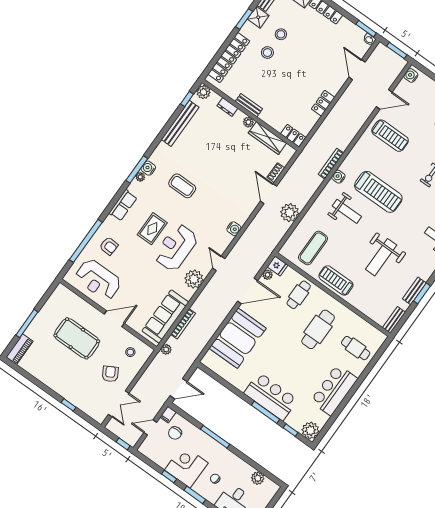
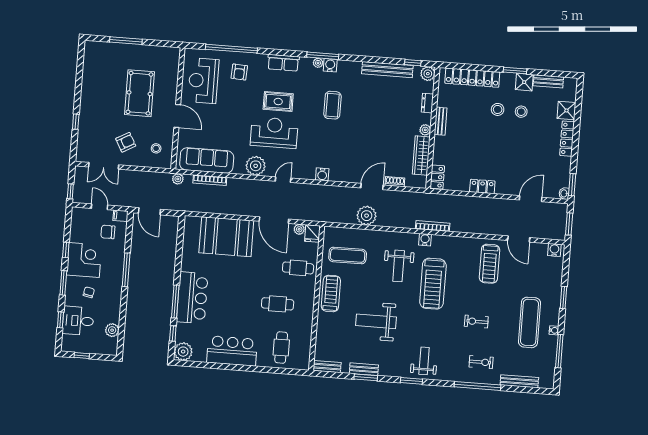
cafe table: (318, 329) -> (278, 304), width x0.73, depth x0.74
piano: (20, 349) -> (99, 48), removed

